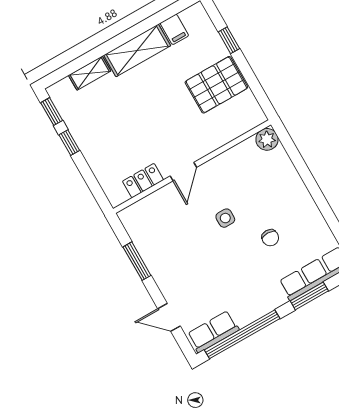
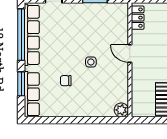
locker: (143, 181) -> (138, 18), moved
row of seats: (213, 332) -> (32, 35), width x2.02

